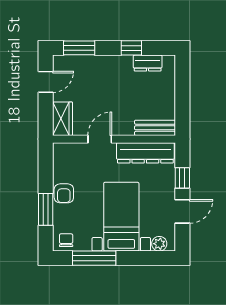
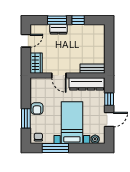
window: (79, 48) -> (57, 20), moved
dresser: (148, 63) -> (59, 29), moved
door: (100, 139) -> (59, 76), swing flipped

